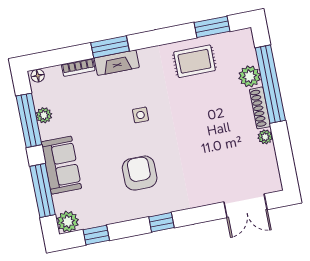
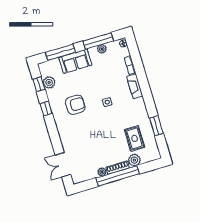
window: (212, 27) -> (156, 126), moved
window: (110, 47) -> (143, 82), removed
rug: (194, 61) -> (135, 138), moved
window: (270, 84) -> (118, 176), moved
plant: (68, 222) -> (49, 82), moved
window: (161, 222) -> (46, 108), moved

